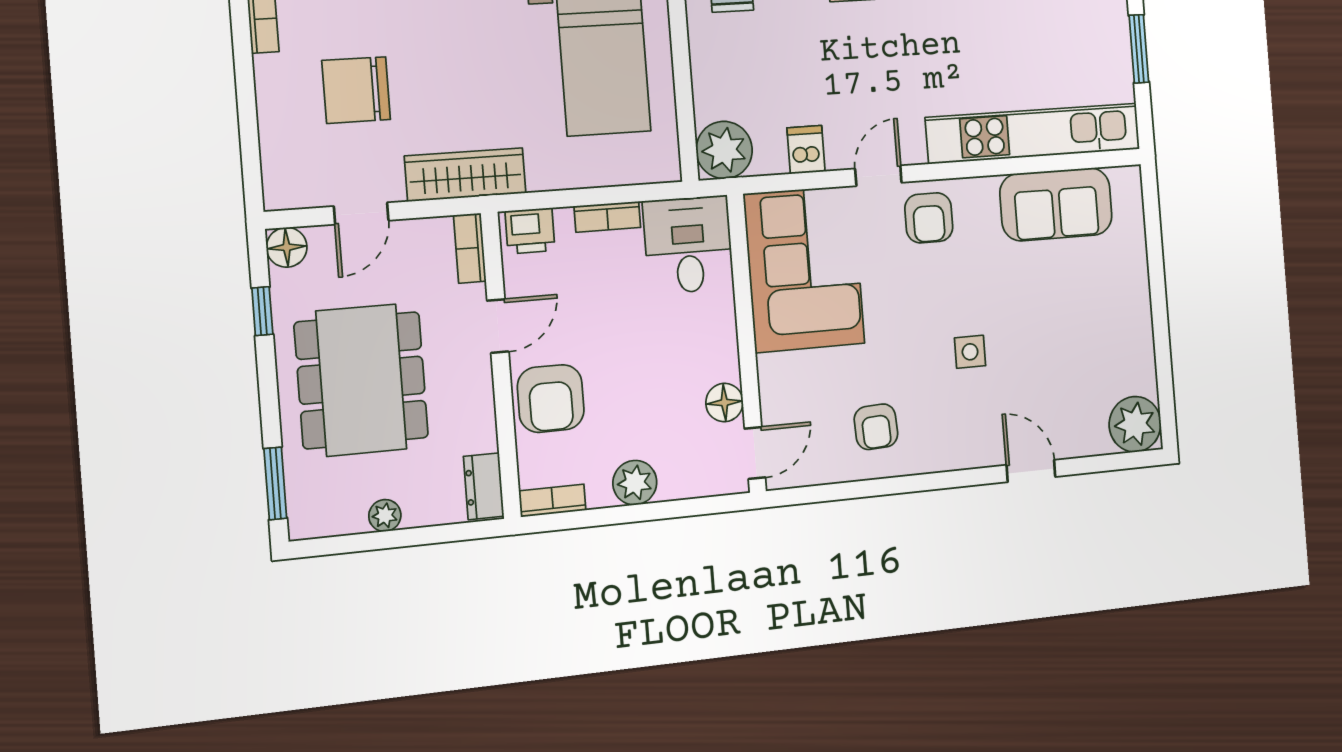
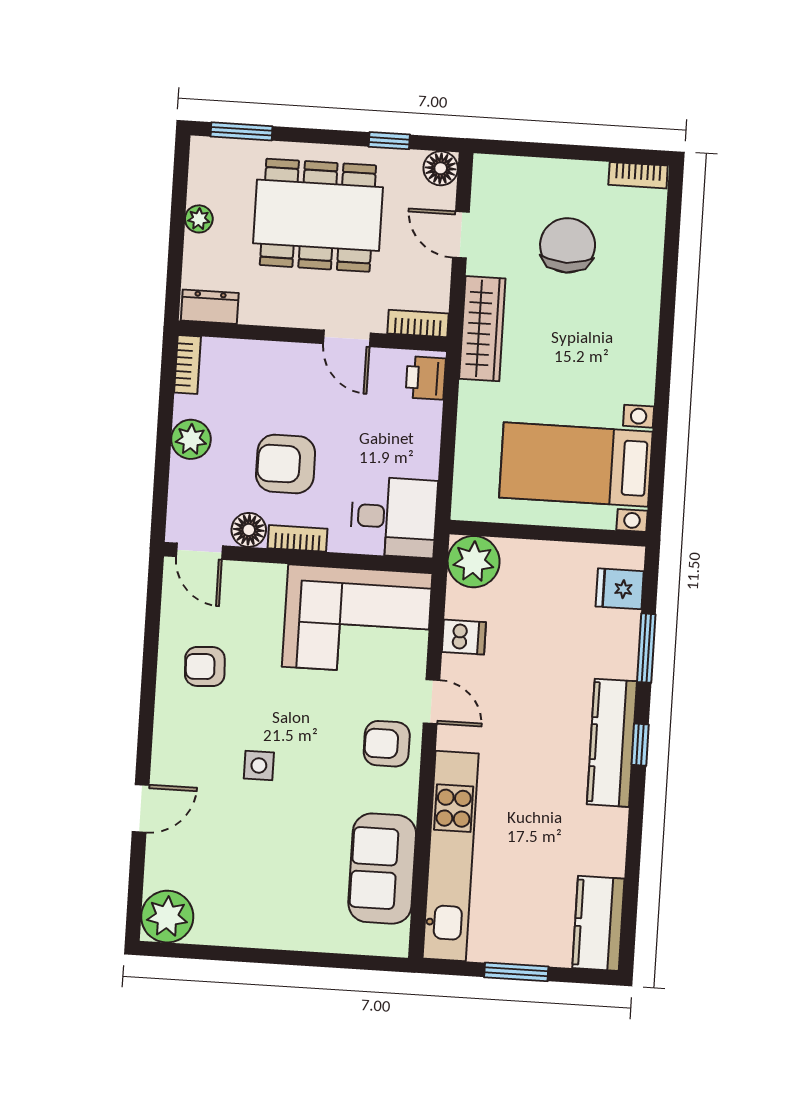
bookcase: (607, 217) -> (298, 538), moved, turned 90
armchair: (551, 399) -> (286, 464), moved

